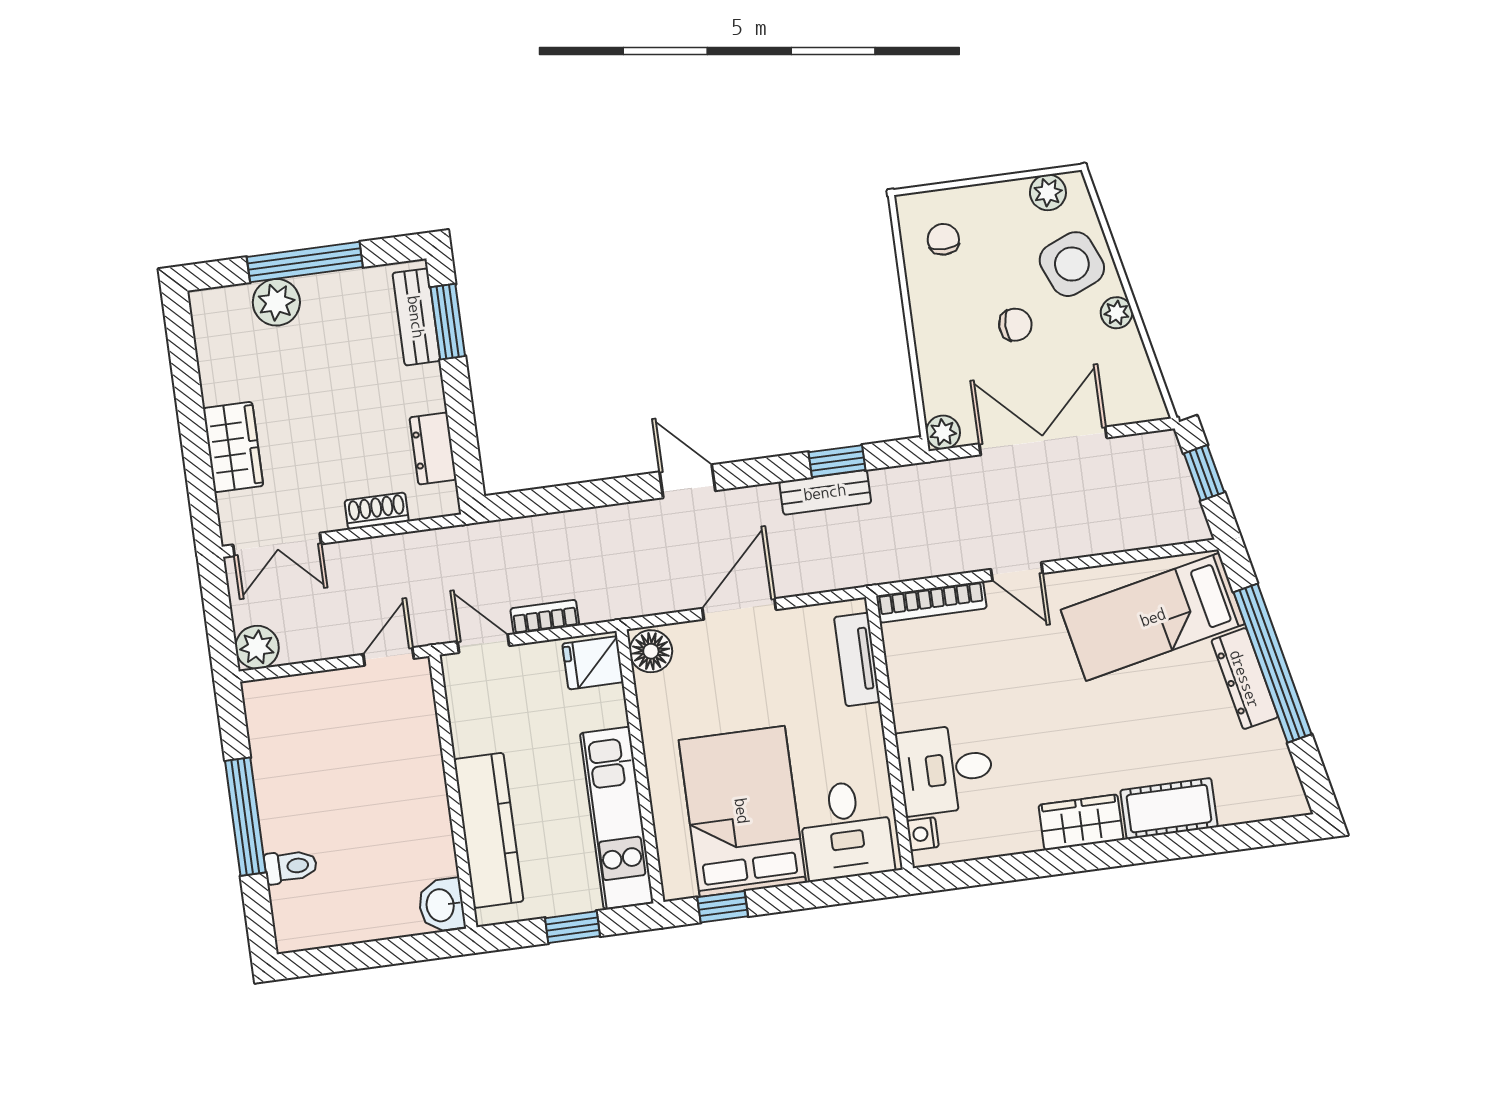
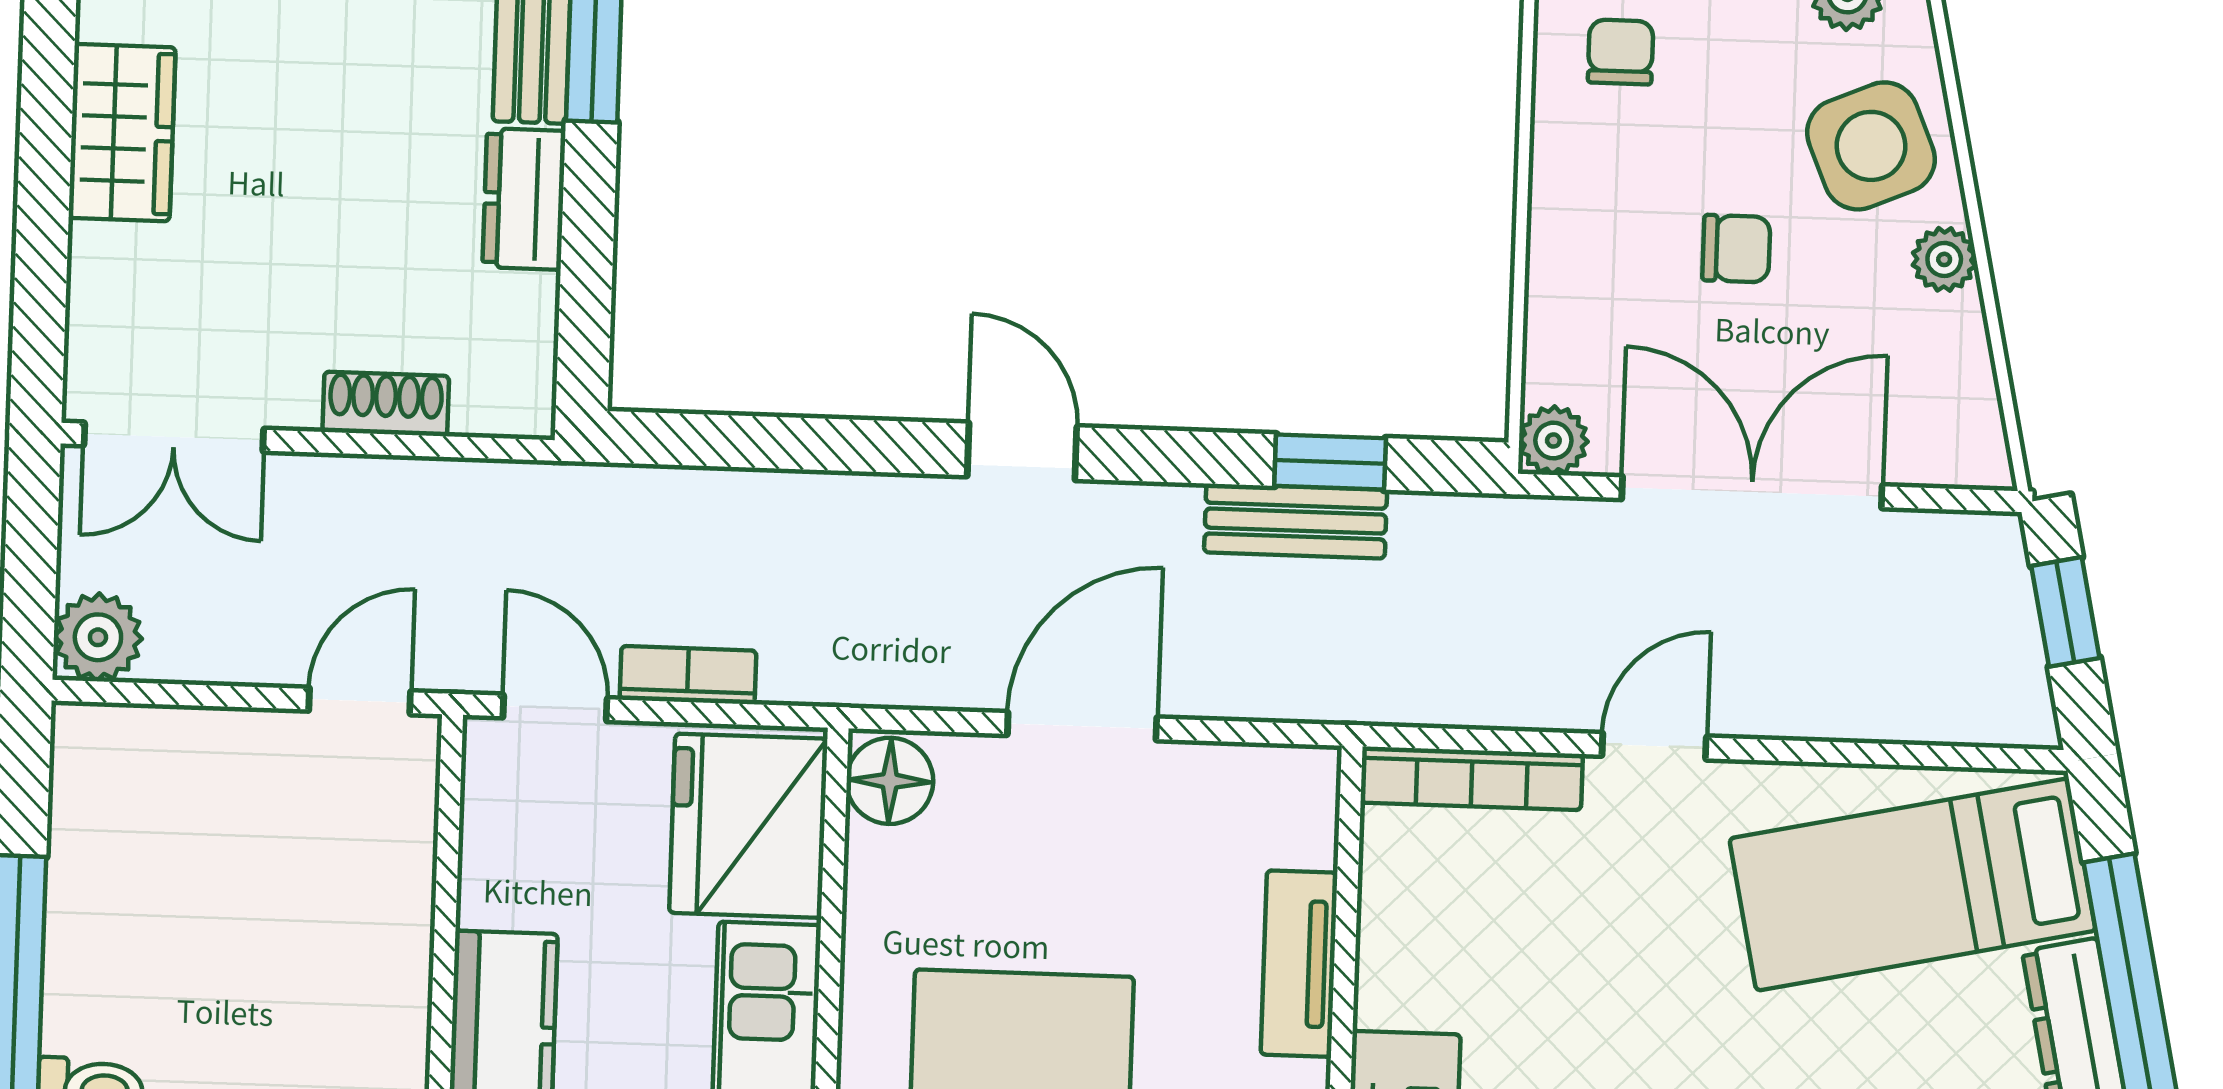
wardrobe: (233, 447) -> (122, 133), moved
dresser: (433, 449) -> (524, 199), moved
door: (1017, 571) -> (1654, 746), swing flipped
tv unit: (857, 659) -> (1299, 964), moved
fridge: (593, 663) -> (748, 826), width x1.88, depth x1.34

